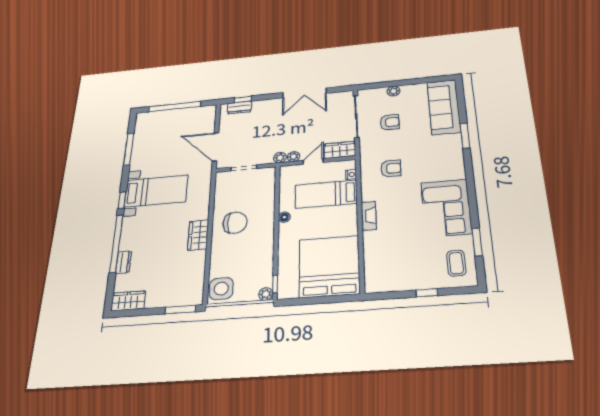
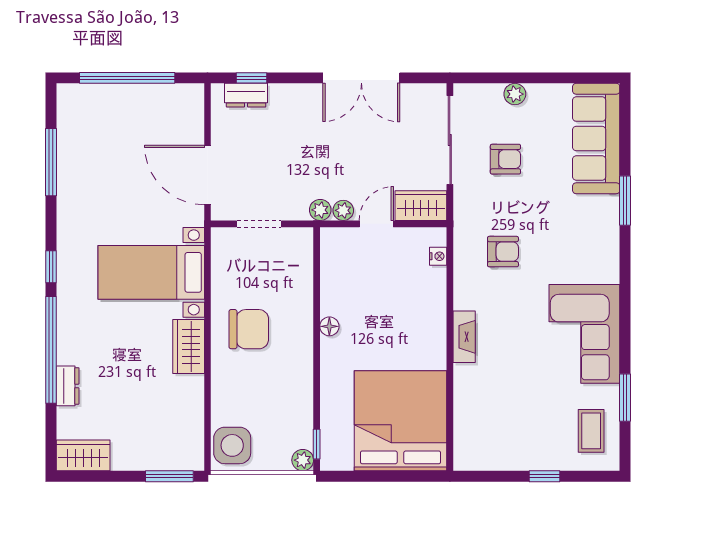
bed with nightstands: (156, 191) -> (151, 272), moved, turned 180
bed: (326, 194) -> (397, 290), removed

